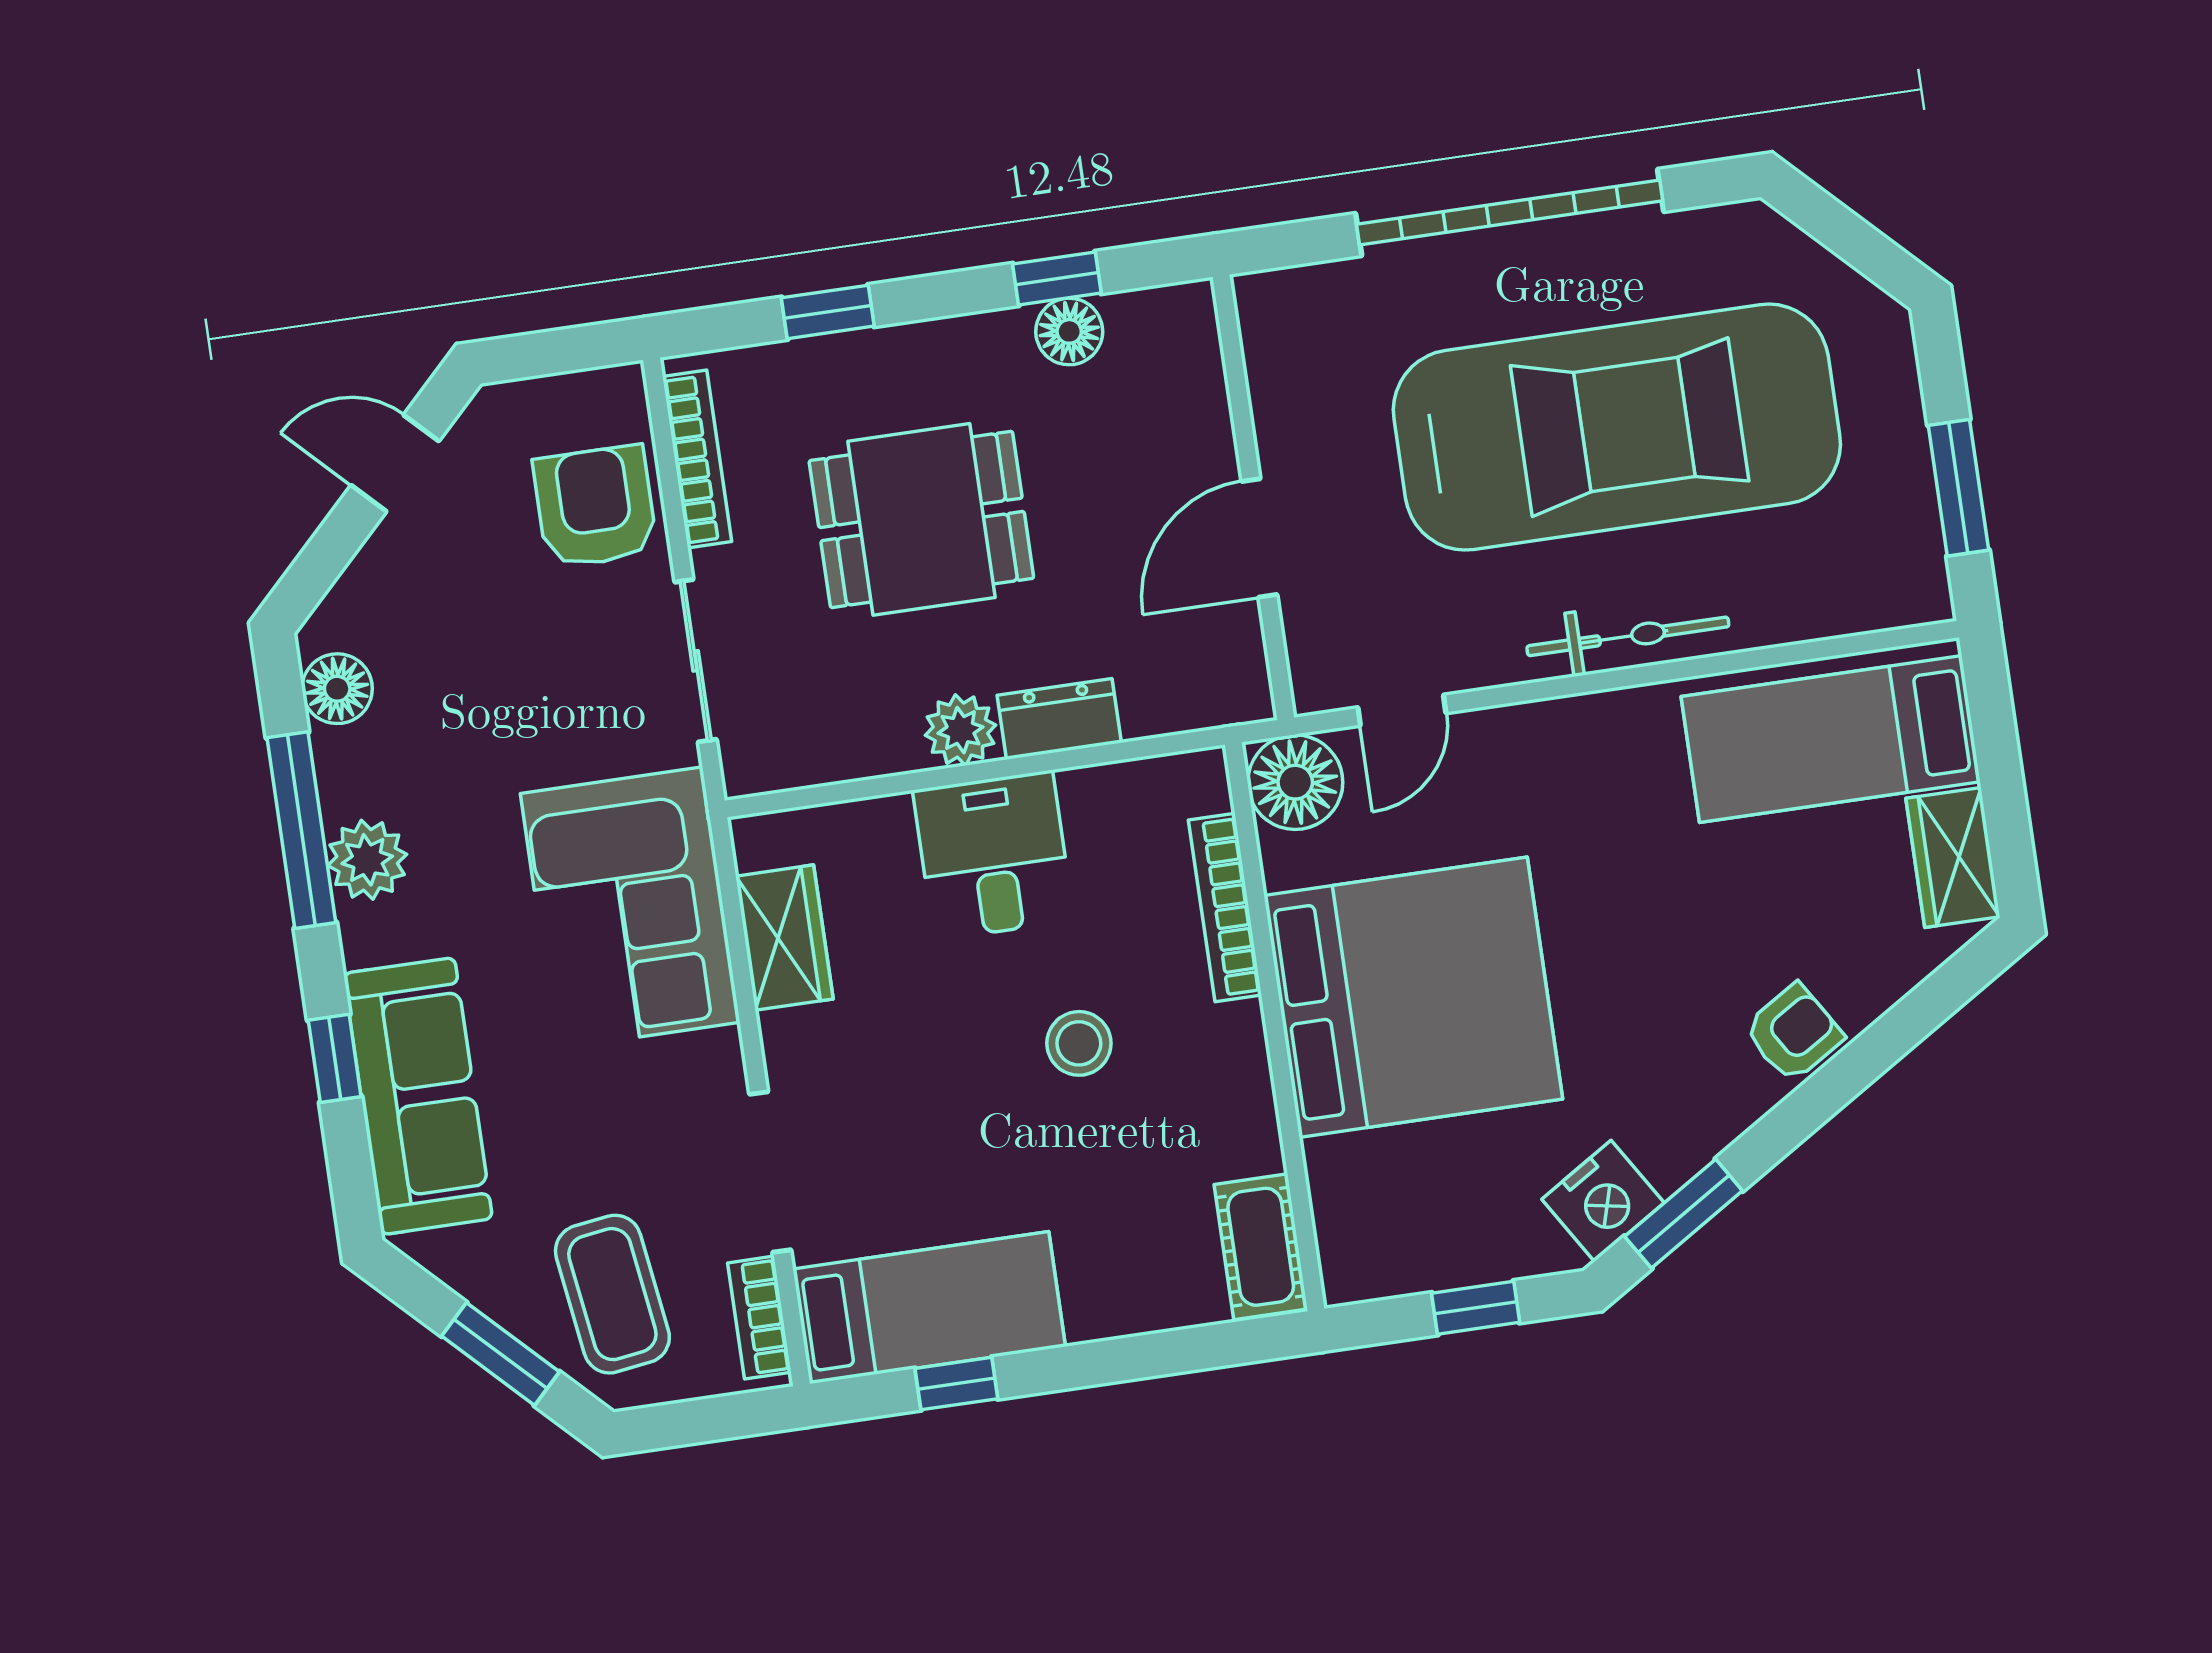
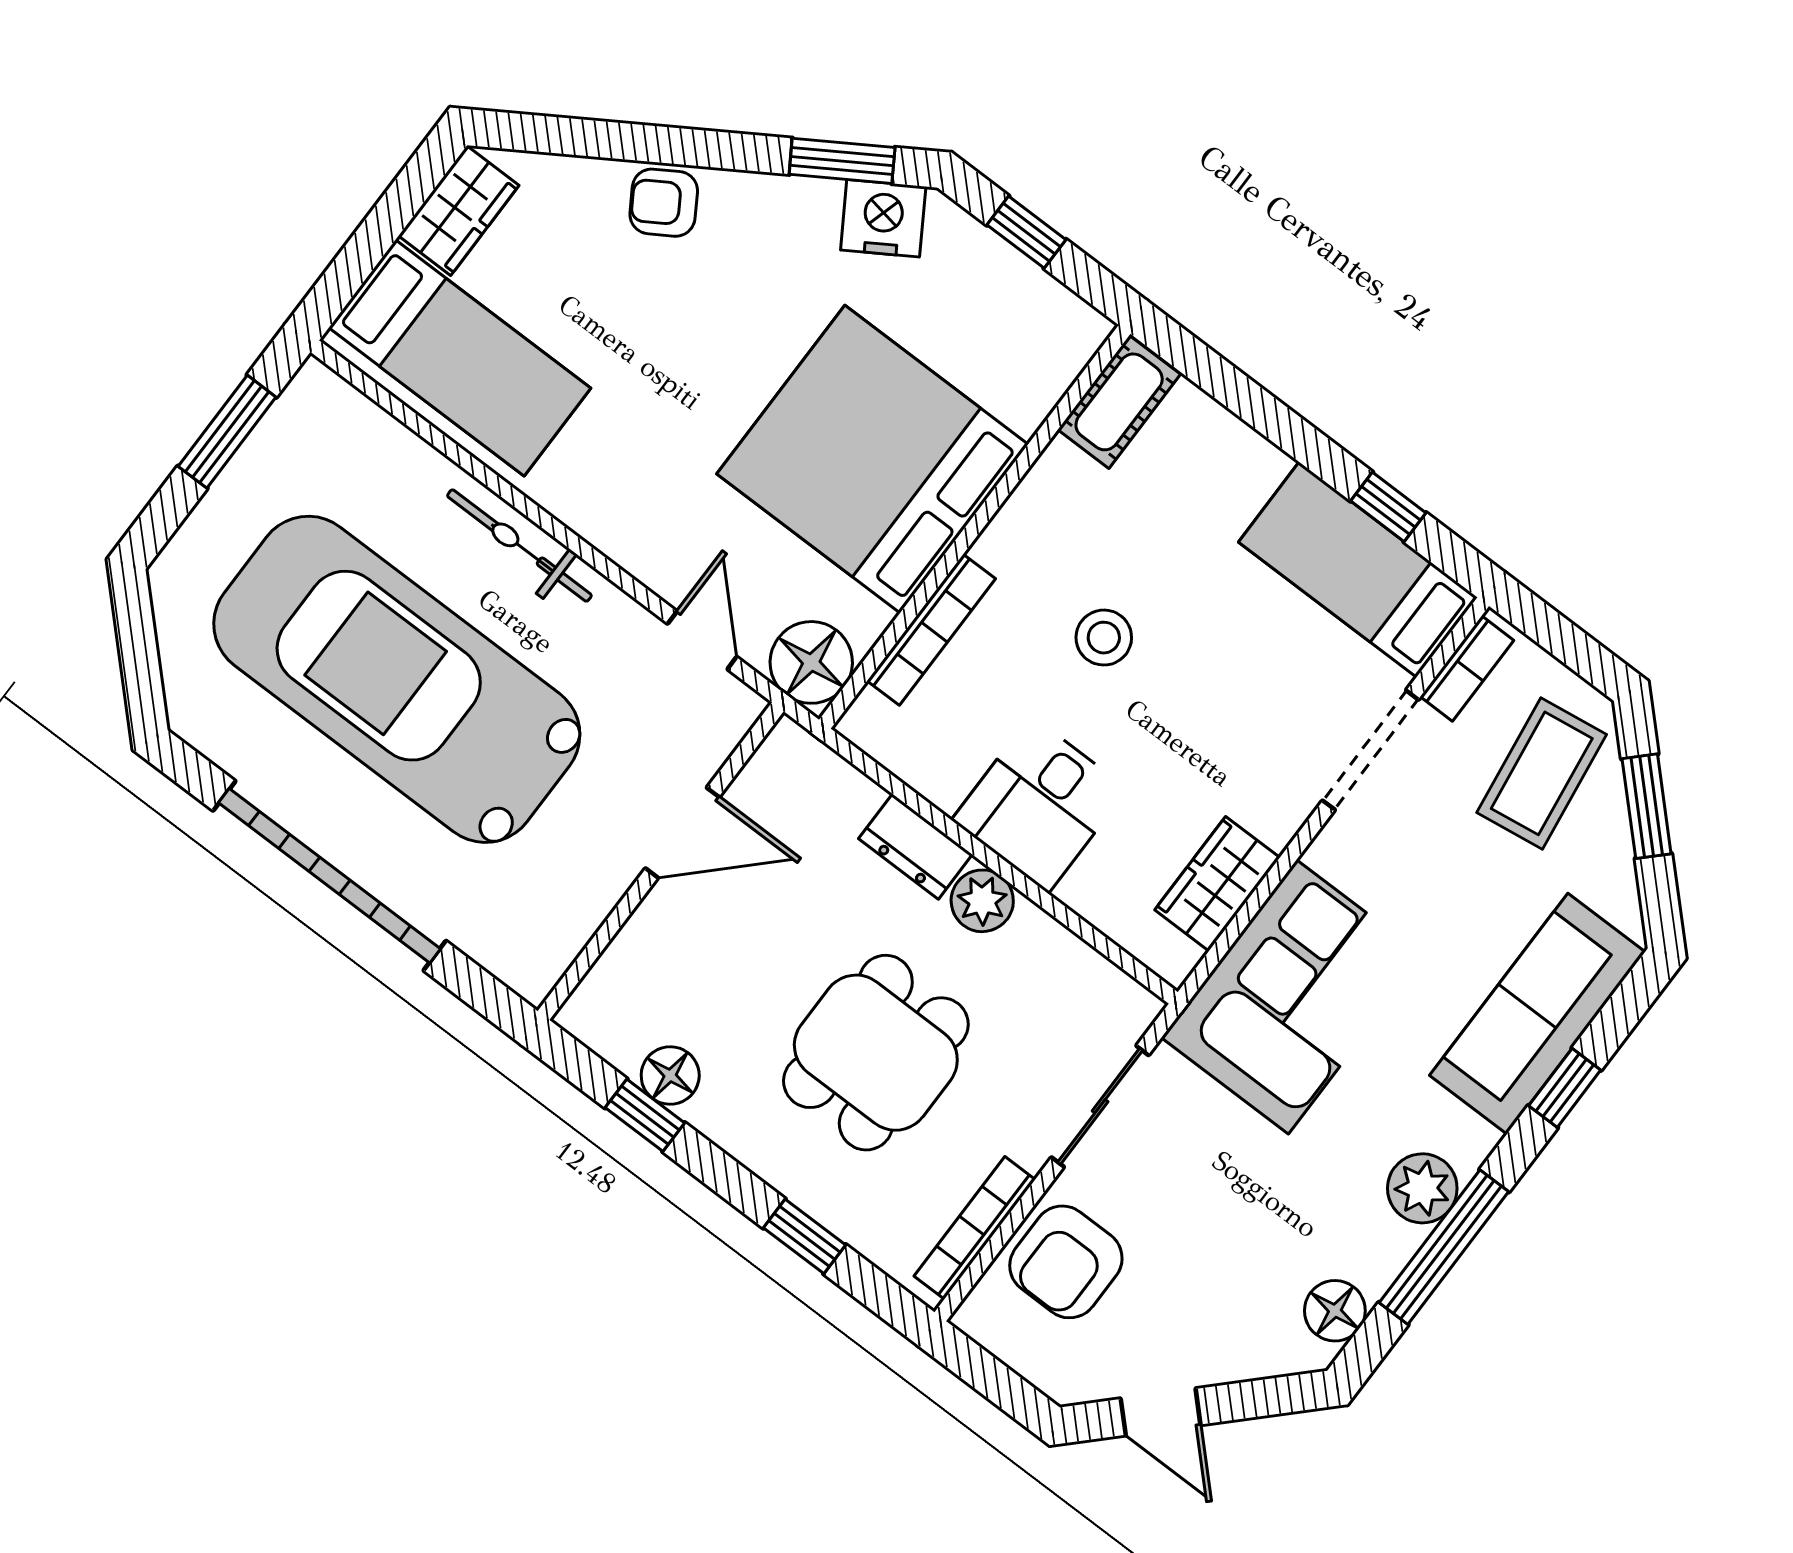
dining table: (921, 519) -> (876, 1053), turned 90
door: (1402, 710) -> (702, 640), hinge flipped

